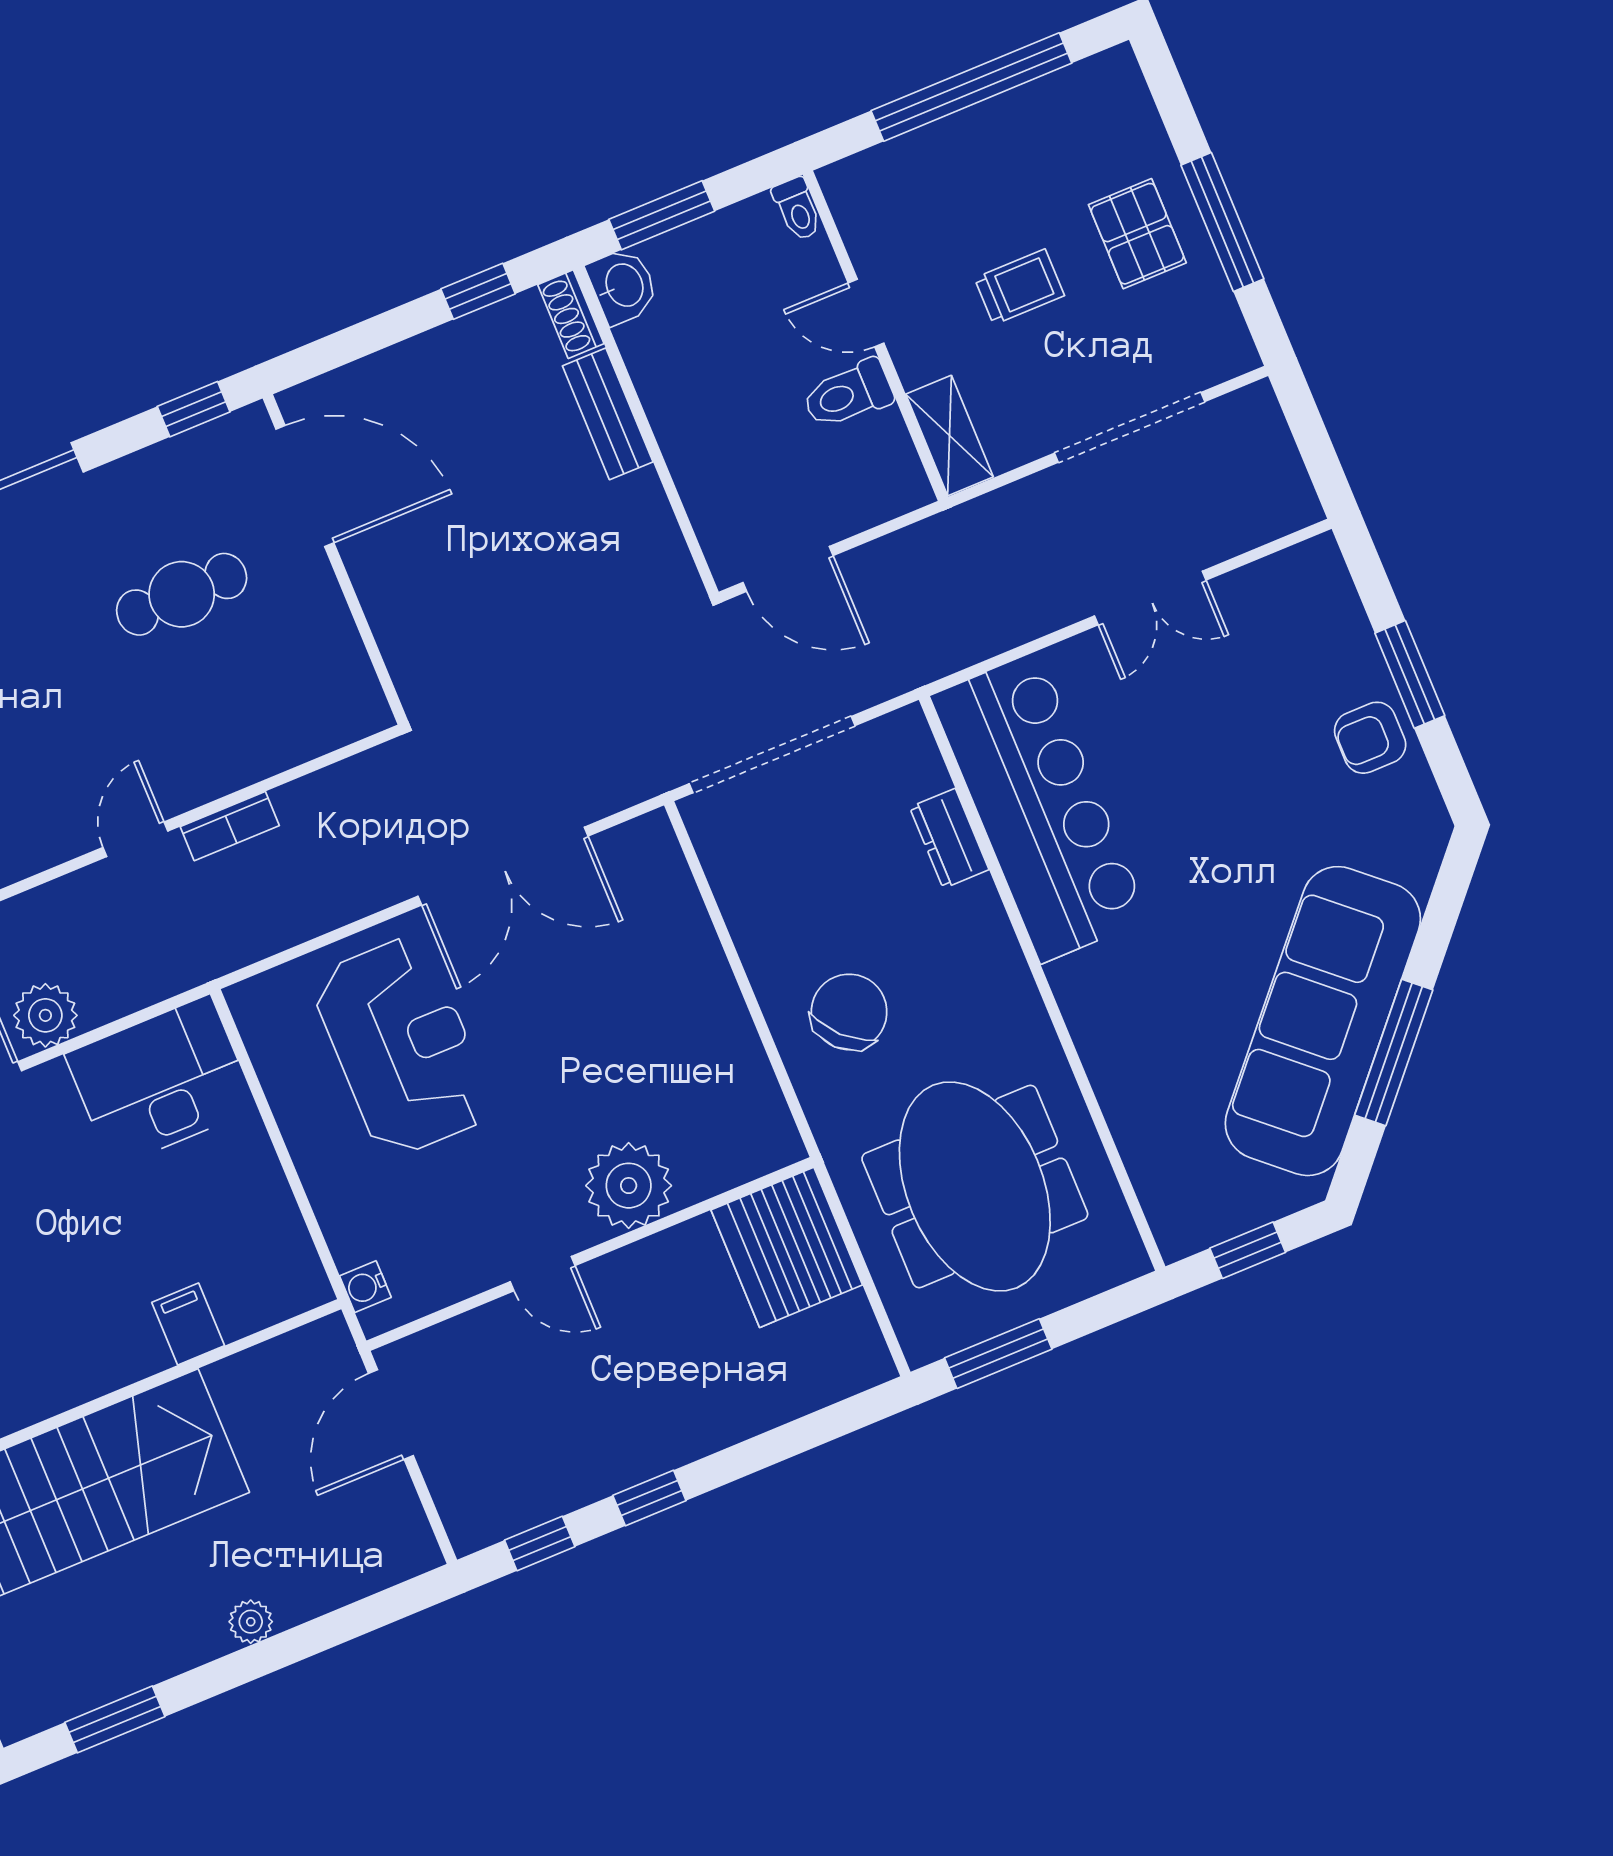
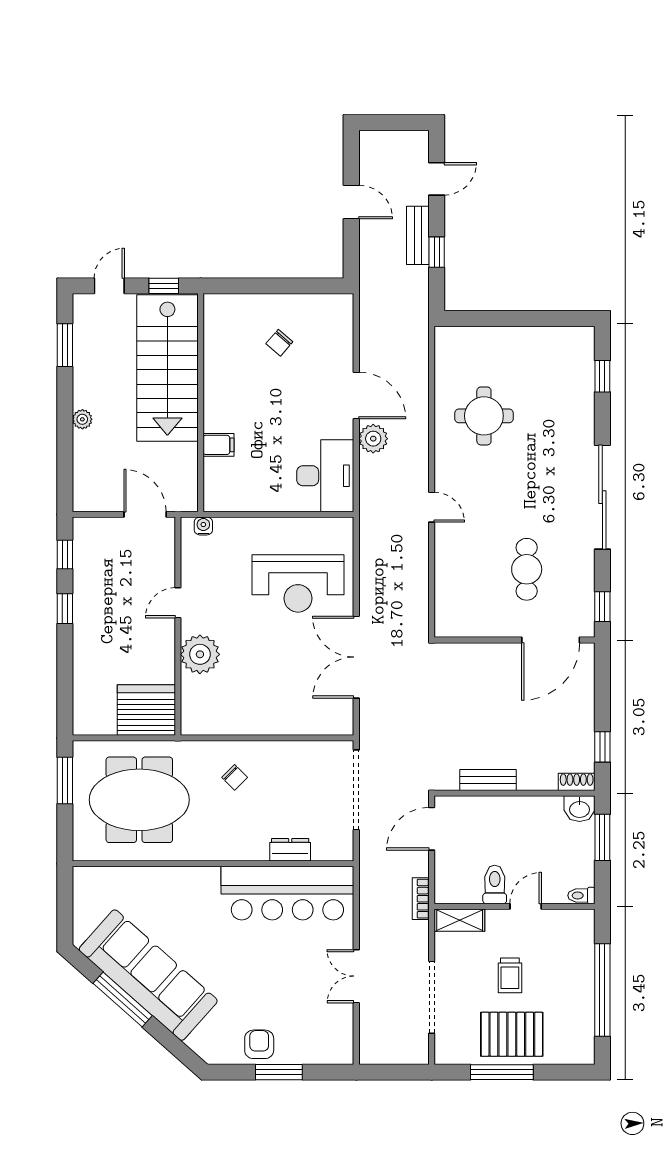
pallet: (1137, 234) -> (512, 1034), width x1.50, depth x1.42
bench: (608, 414) -> (488, 780), moved
bookcase: (230, 826) -> (421, 899), moved
chair: (849, 1012) -> (235, 777), width x0.54, depth x0.54
window: (1248, 1250) -> (65, 904), removed

